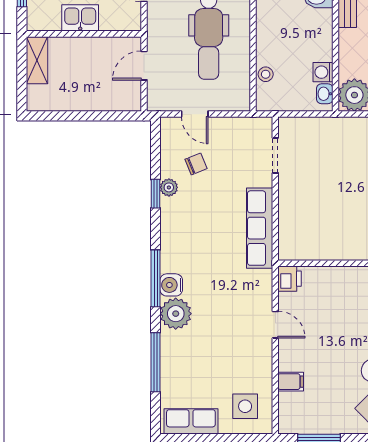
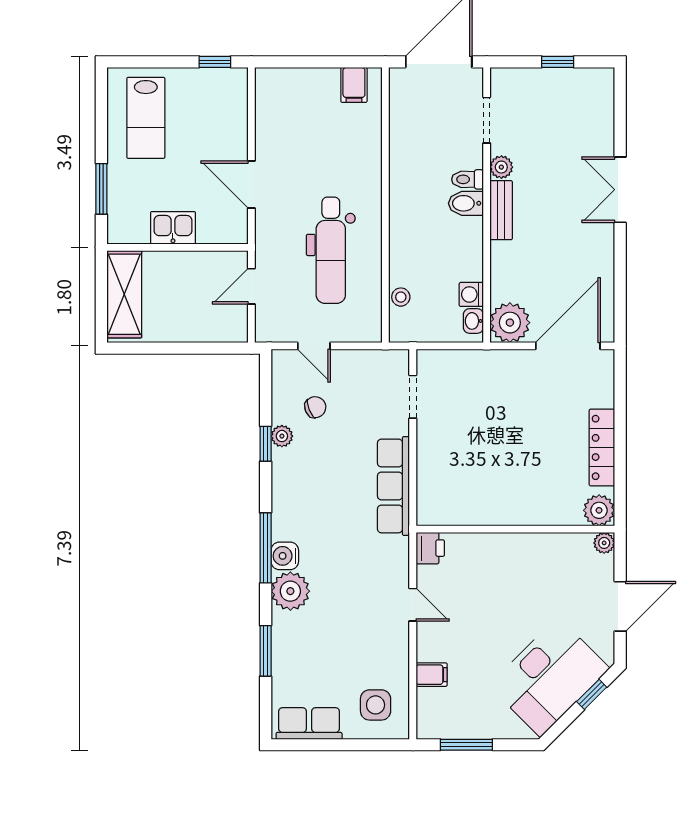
shelving: (37, 60) -> (124, 294), width x1.50, depth x1.33
window: (156, 362) -> (266, 651), width x0.69

